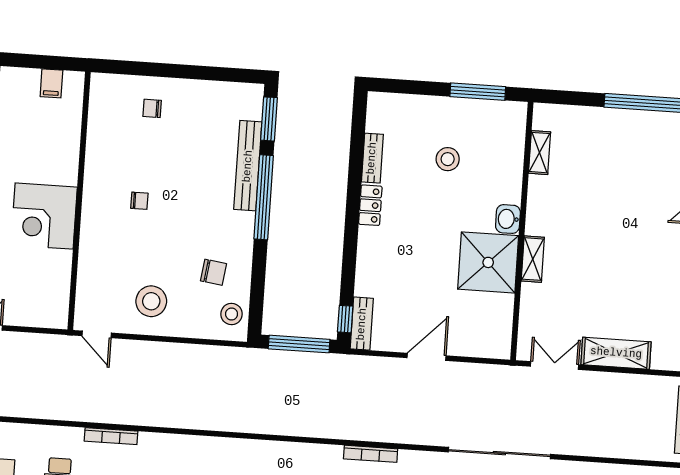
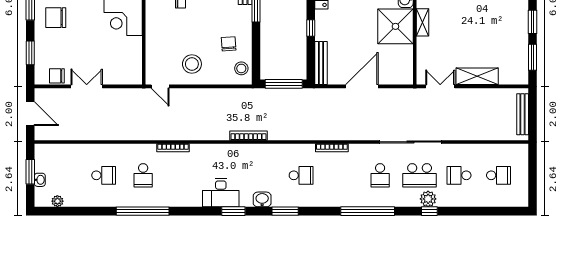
chair: (213, 272) -> (229, 44), turned -102
window: (345, 319) -> (311, 28), moved
bench: (362, 324) -> (321, 63), width x1.36
door: (426, 357) -> (362, 86), width x1.36
bookcase: (236, 425) -> (248, 136), added

